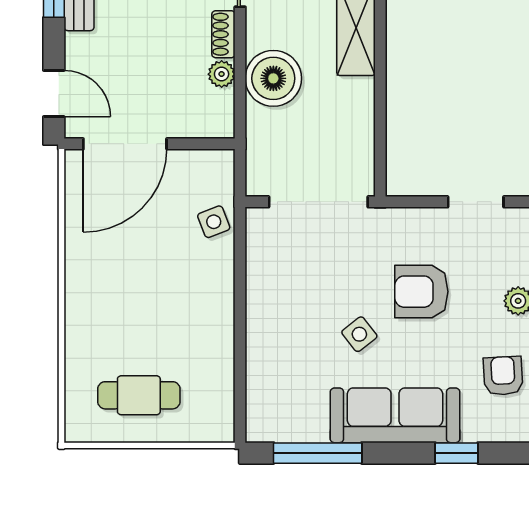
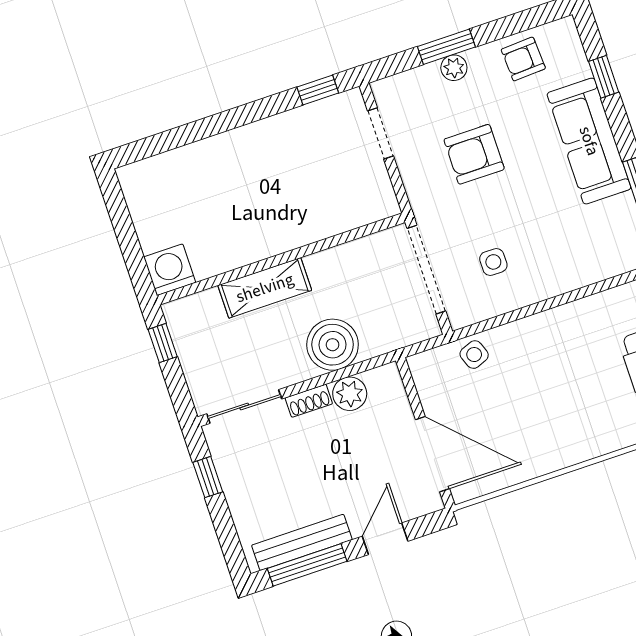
plant: (222, 74) -> (350, 394), width x1.38, depth x1.38
door: (54, 94) -> (385, 539), moved
armchair: (421, 292) -> (474, 154), turned 90
side table: (359, 334) -> (493, 262), moved, turned 38

